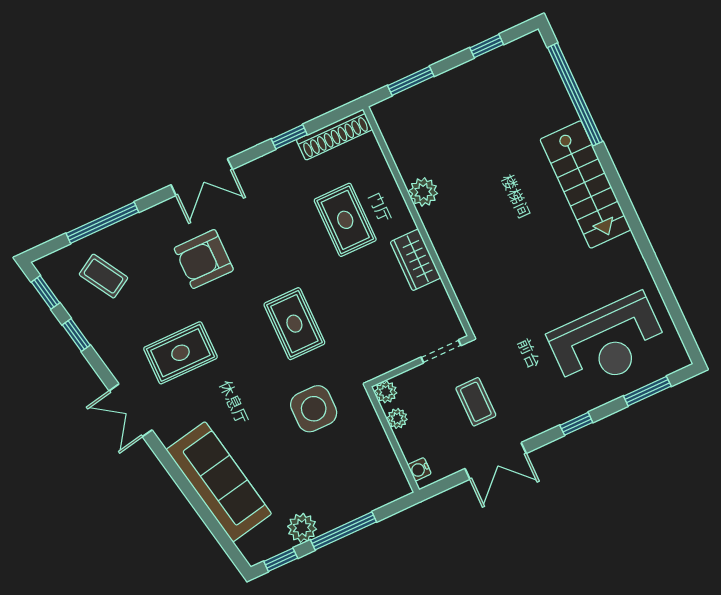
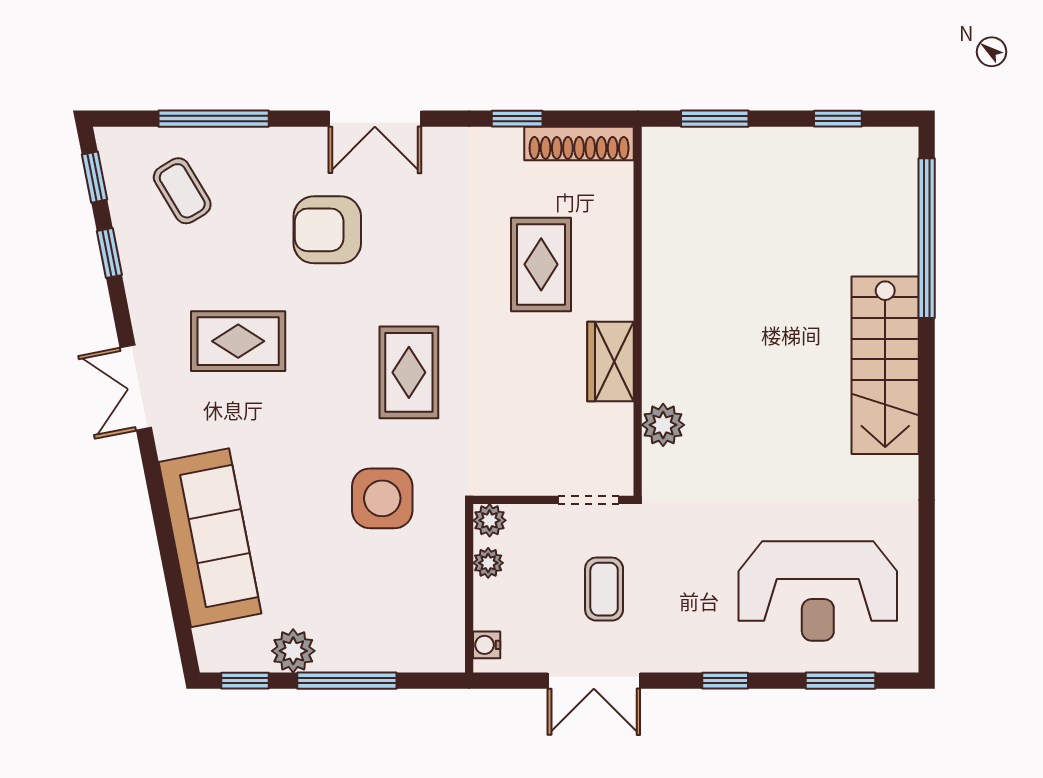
plant: (423, 192) -> (663, 425), moved

